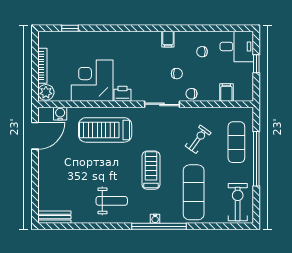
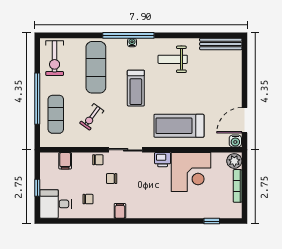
water cooler: (60, 114) -> (235, 141), moved
treadmill: (105, 130) -> (179, 126), turned 180
bench: (54, 217) -> (221, 44), width x1.36

